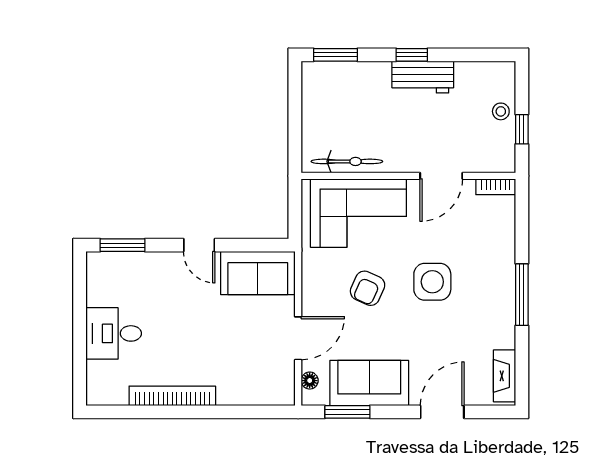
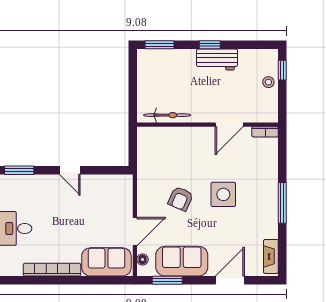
window: (522, 129) -> (282, 70), moved
corner sofa: (358, 213) -> (175, 149), removed
sofa: (258, 273) -> (106, 262), moved, turned 180

